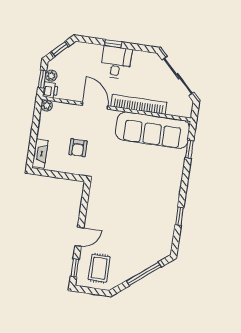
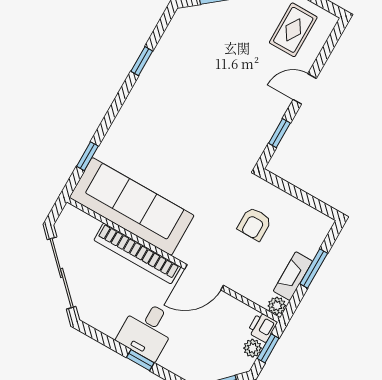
door: (95, 106) -> (204, 277), hinge flipped
window: (34, 135) -> (314, 268), added
armchair: (78, 148) -> (254, 224), turned 180
fireplace: (40, 153) -> (293, 276), moved
window: (75, 268) -> (279, 133), moved

